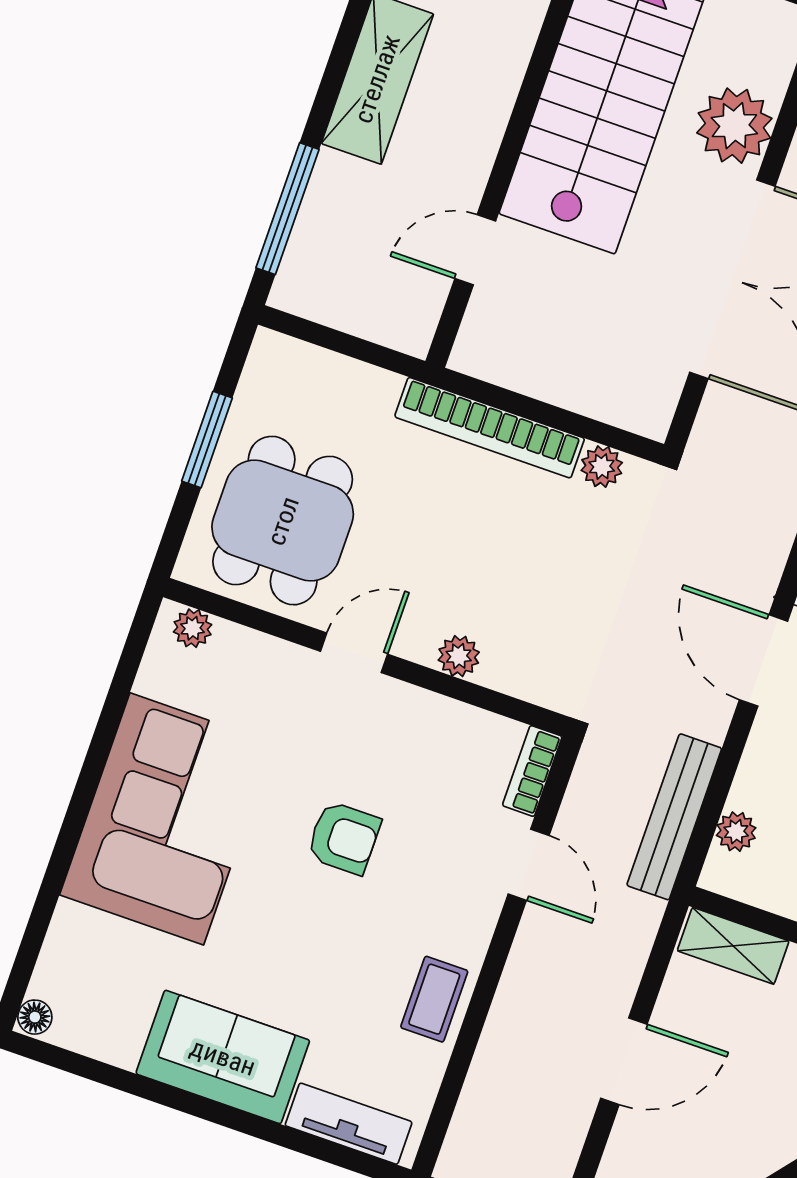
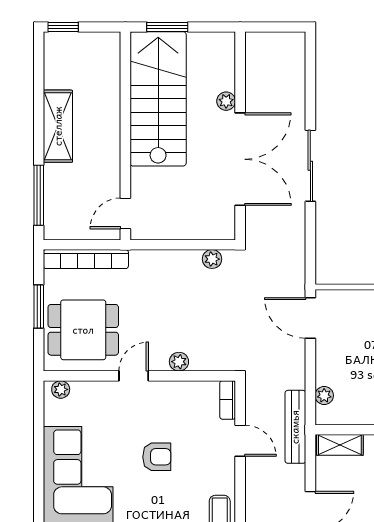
plant: (734, 126) -> (226, 101), width x0.53, depth x0.53
door: (475, 250) -> (125, 213), moved
bookcase: (490, 428) -> (86, 259), moved
dining table: (283, 521) -> (83, 330), turned 90
bench: (674, 817) -> (295, 427), moved

